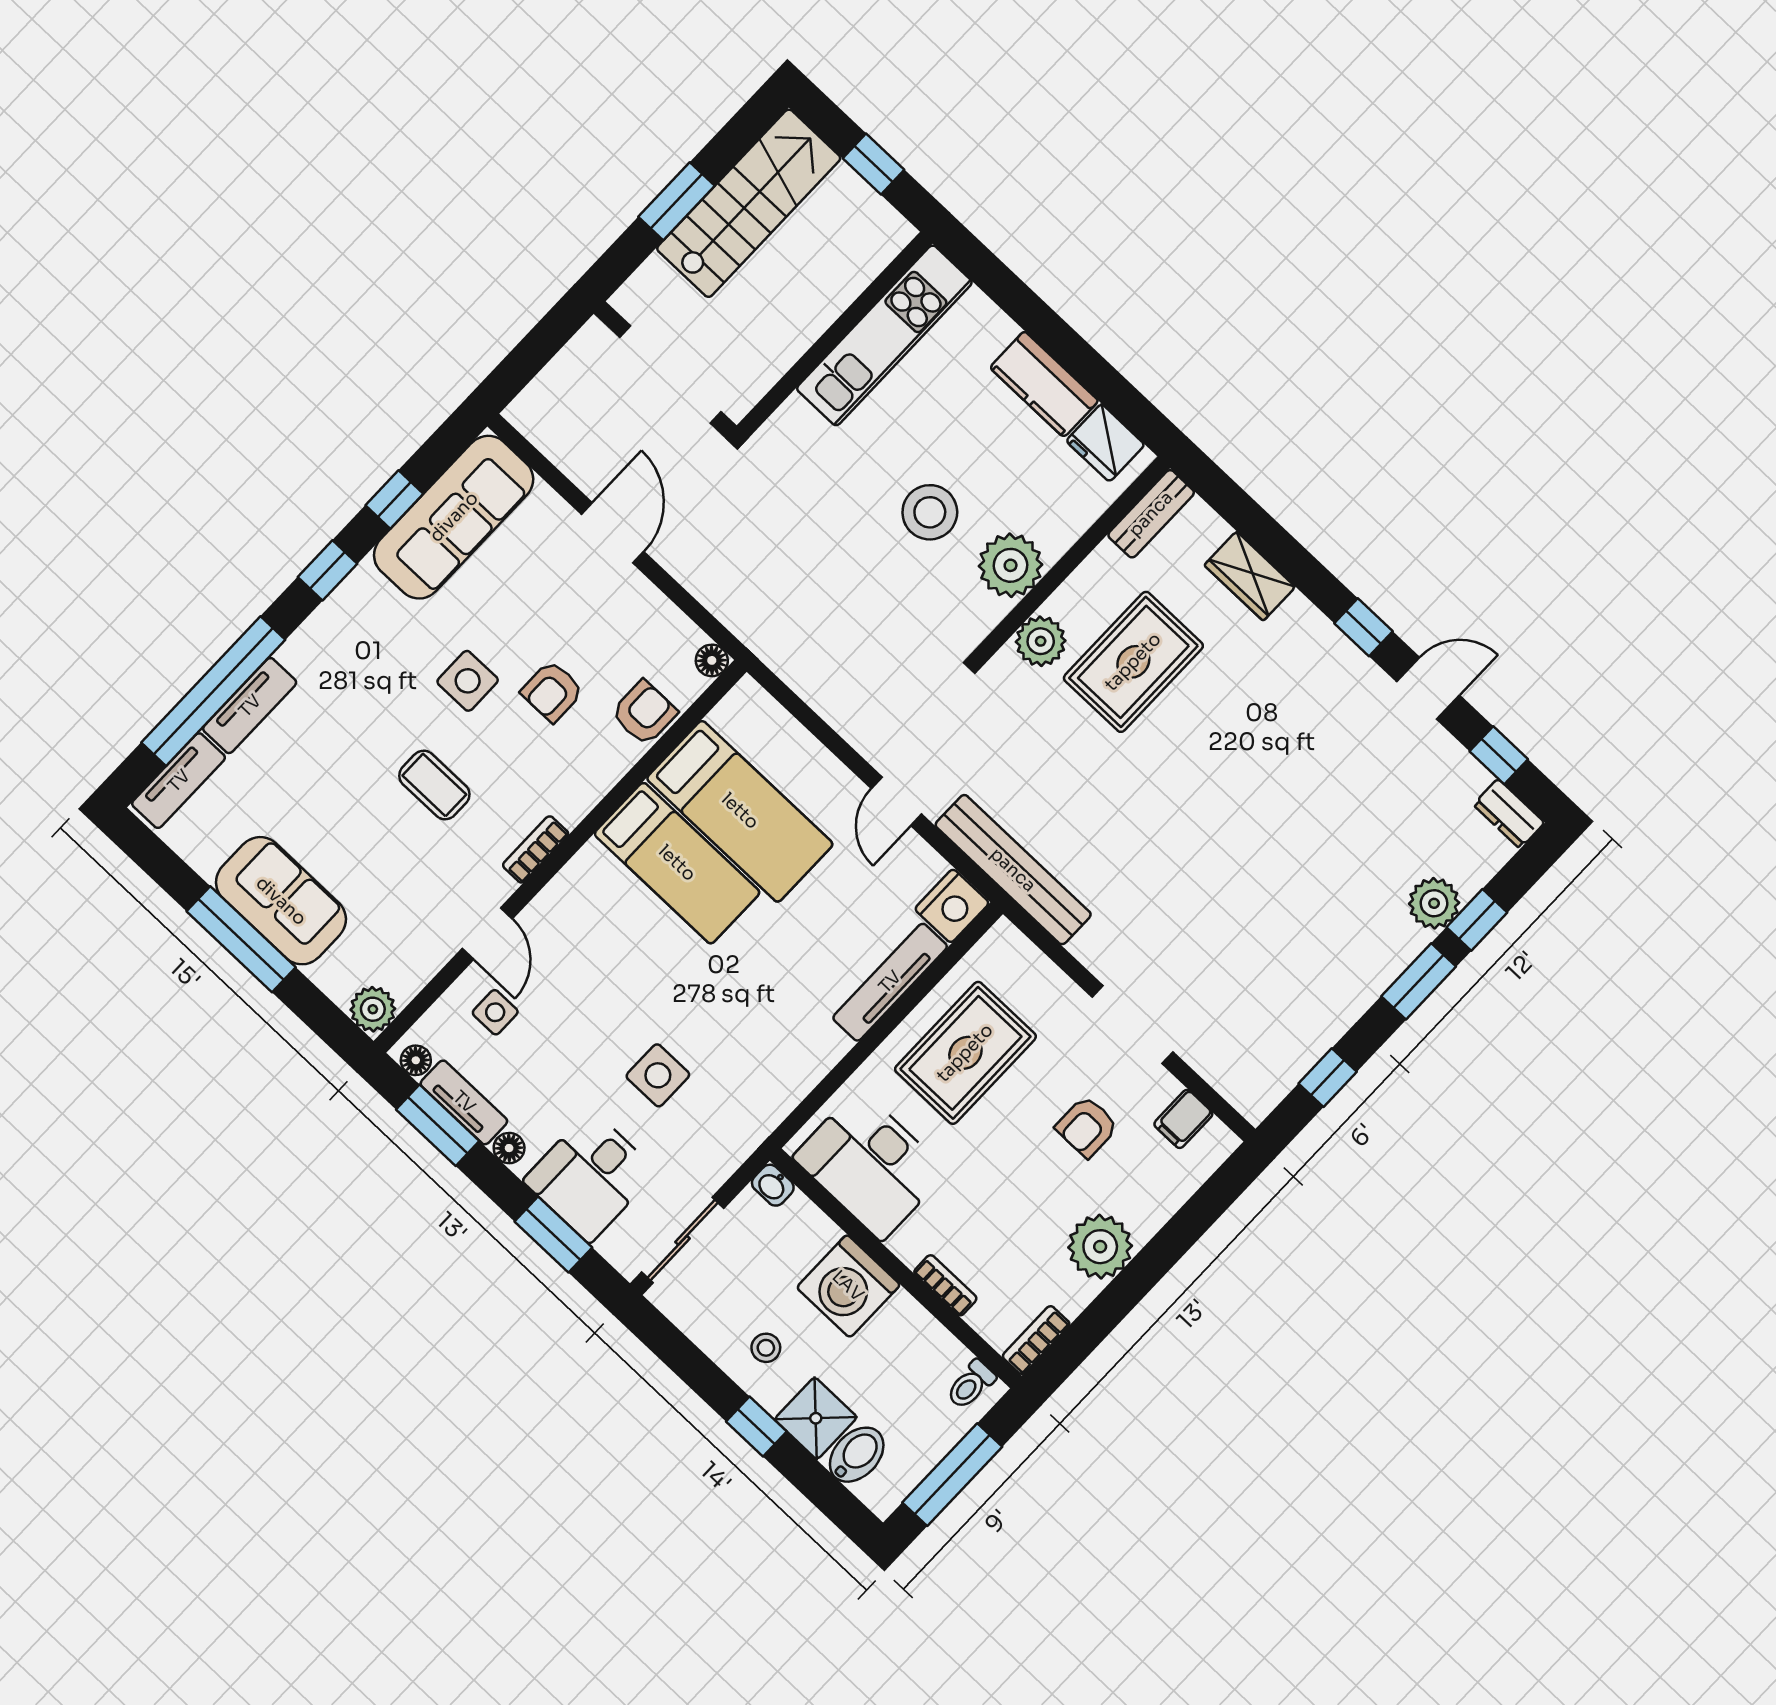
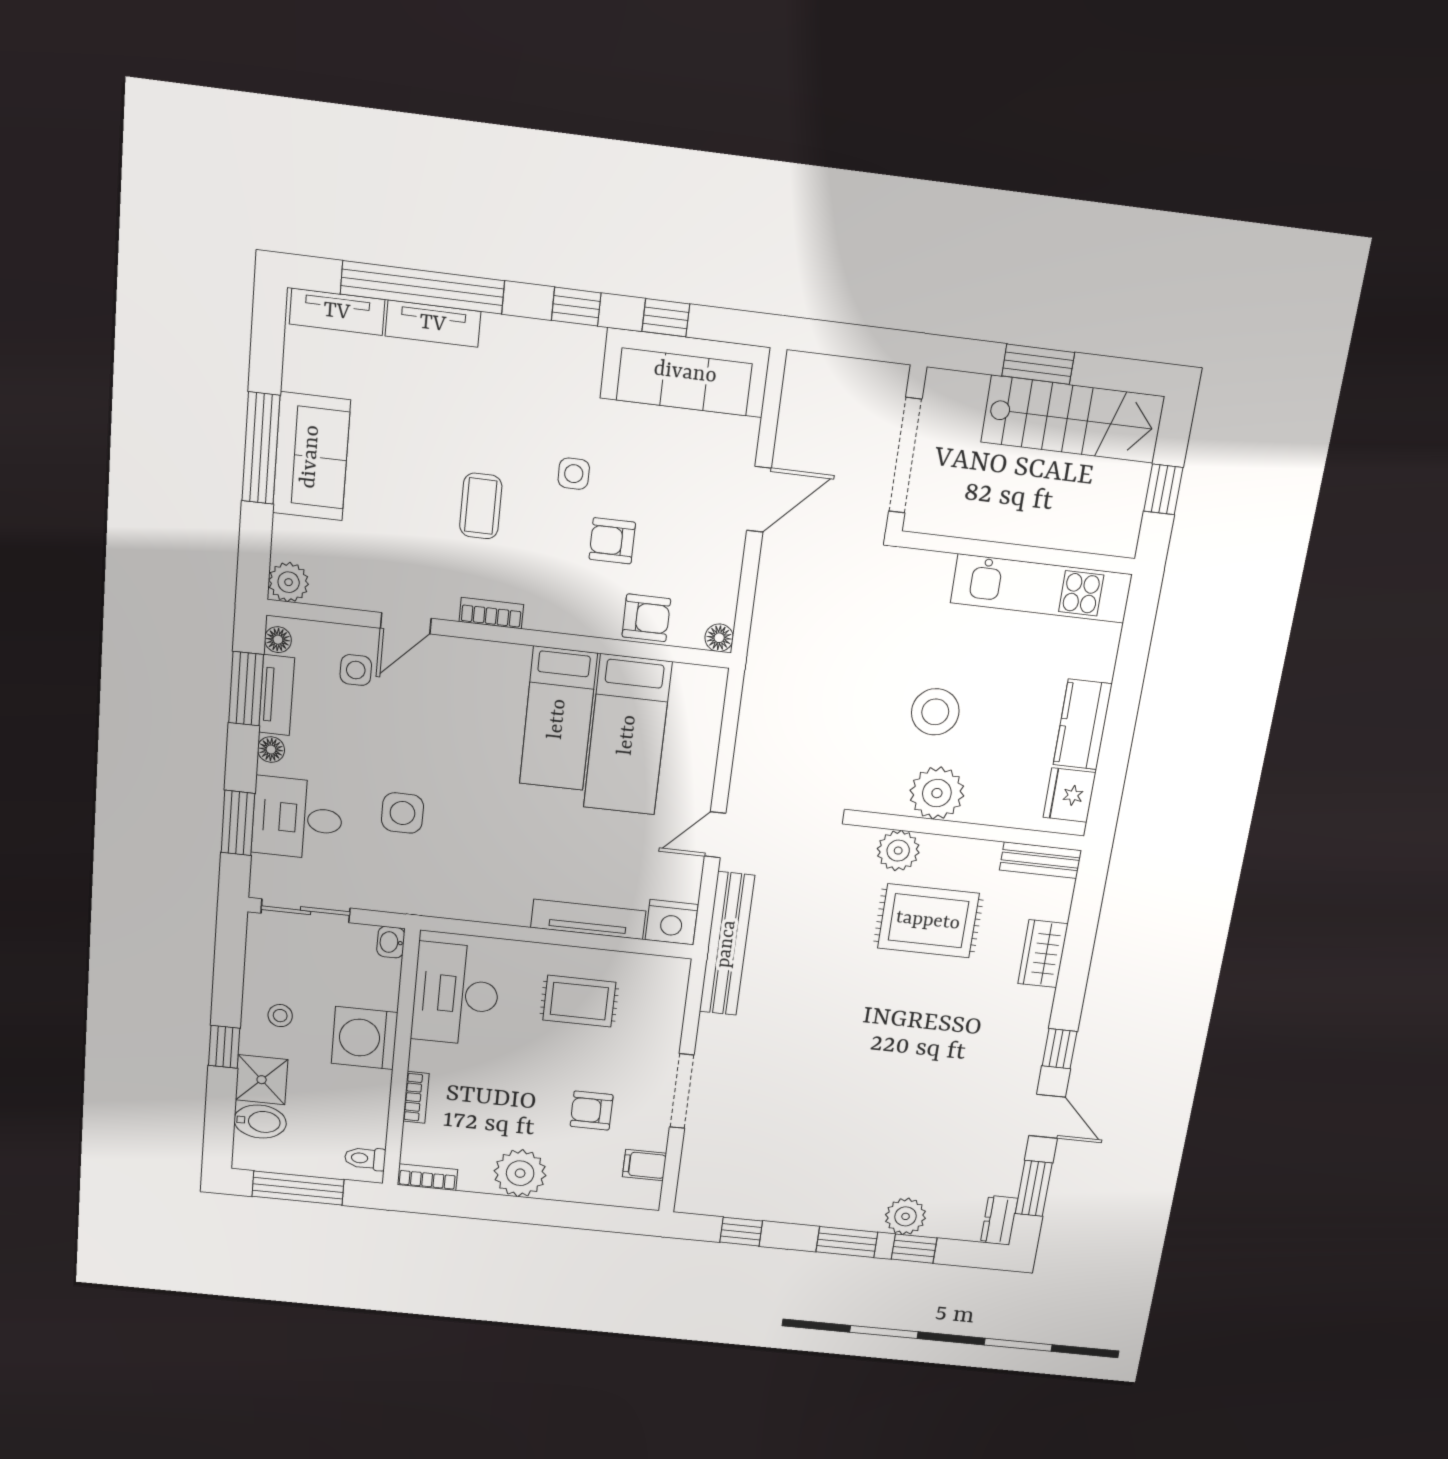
side table: (468, 681) -> (574, 474), width x0.73, depth x0.73
window: (1499, 755) -> (1034, 1188), width x1.50
rug: (965, 1053) -> (579, 1001), width x0.73, depth x0.70

